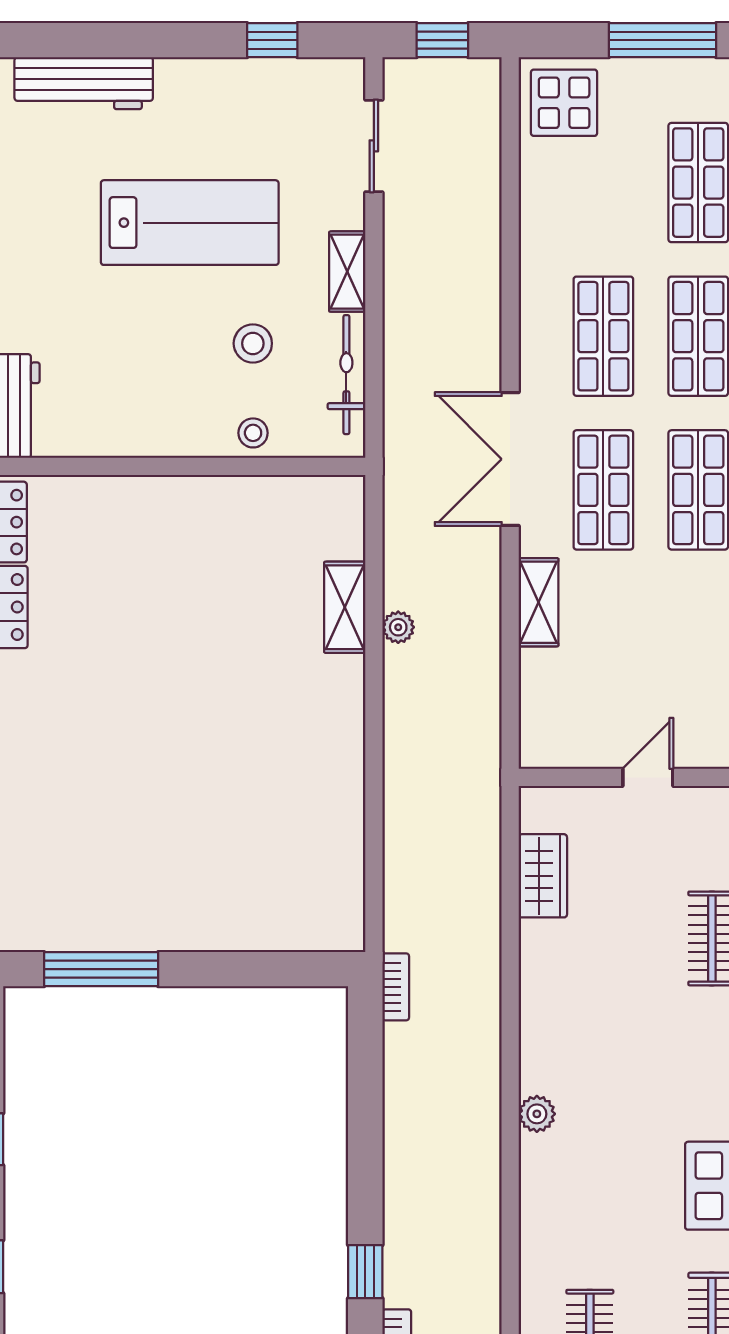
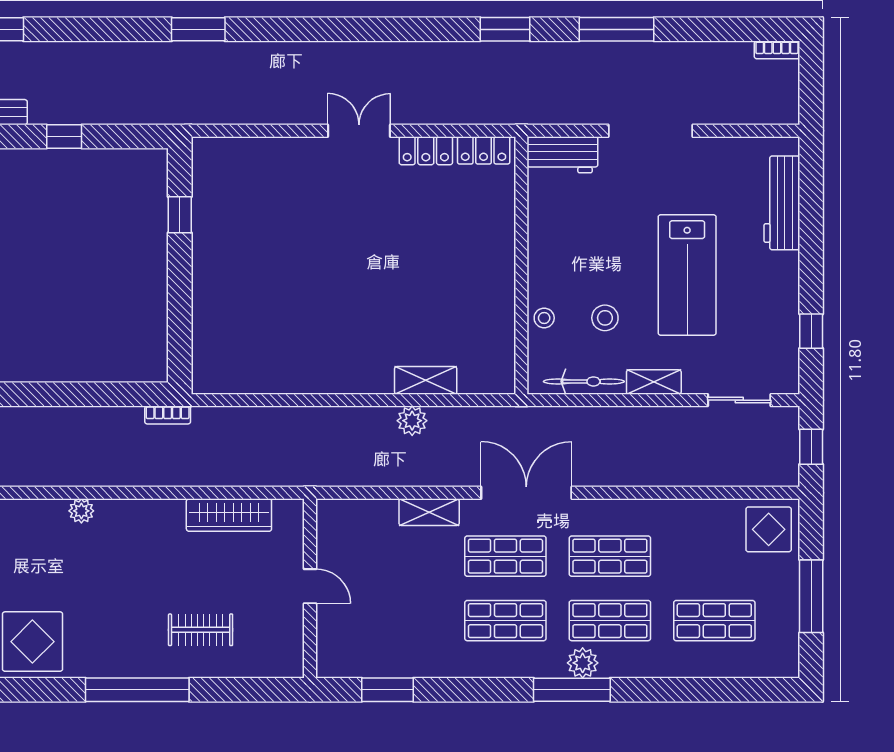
plant: (398, 627) -> (412, 421), width x1.38, depth x1.38
wardrobe: (543, 876) -> (229, 515), width x1.50
window: (101, 969) -> (180, 215), width x0.46

